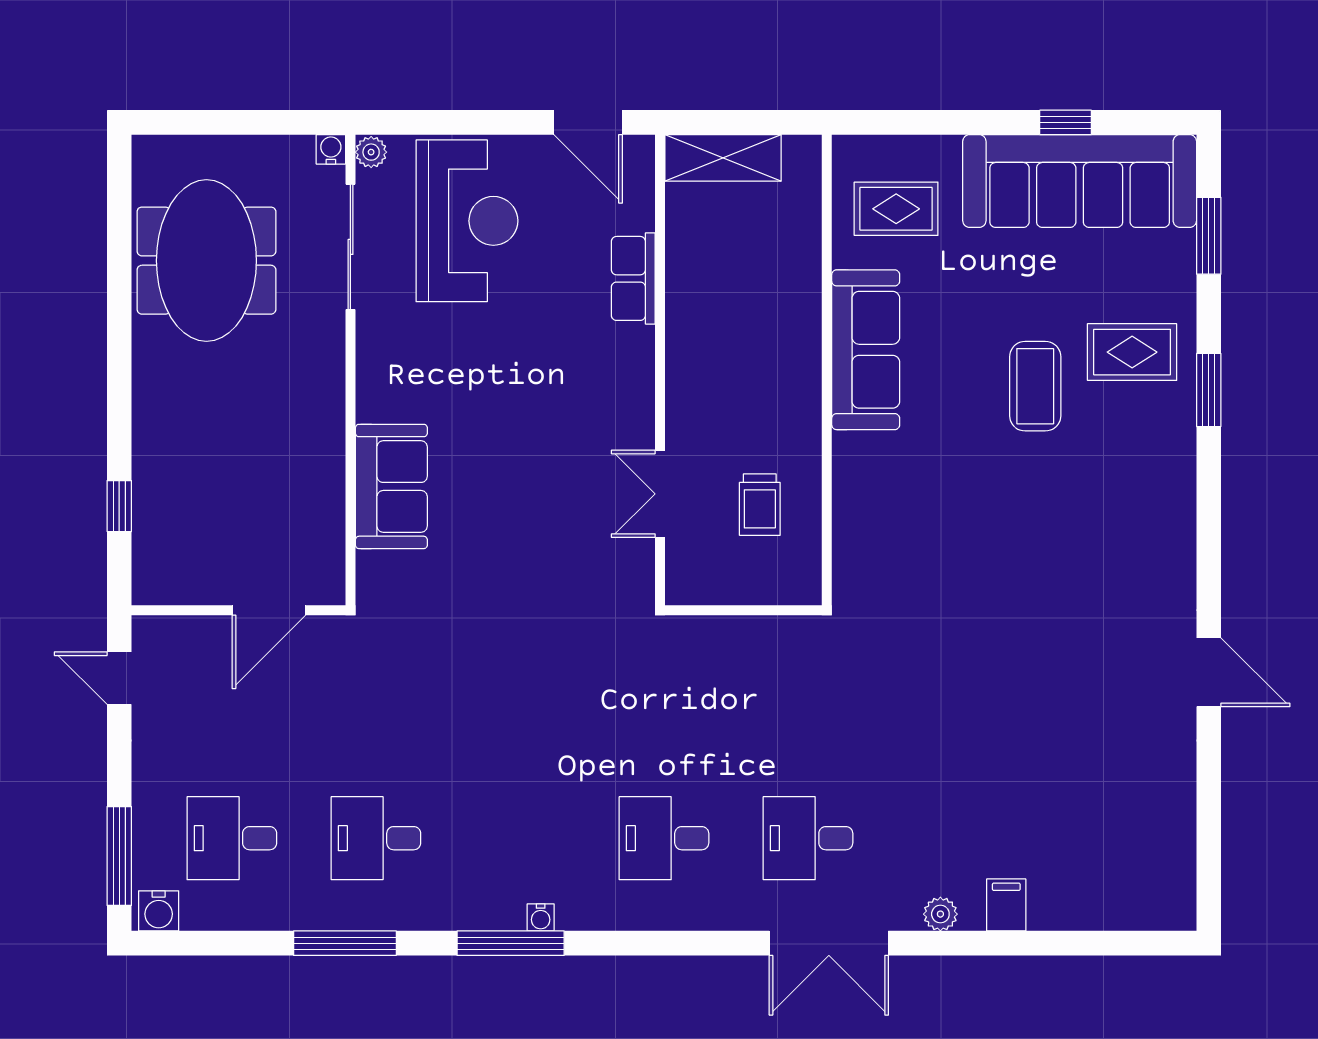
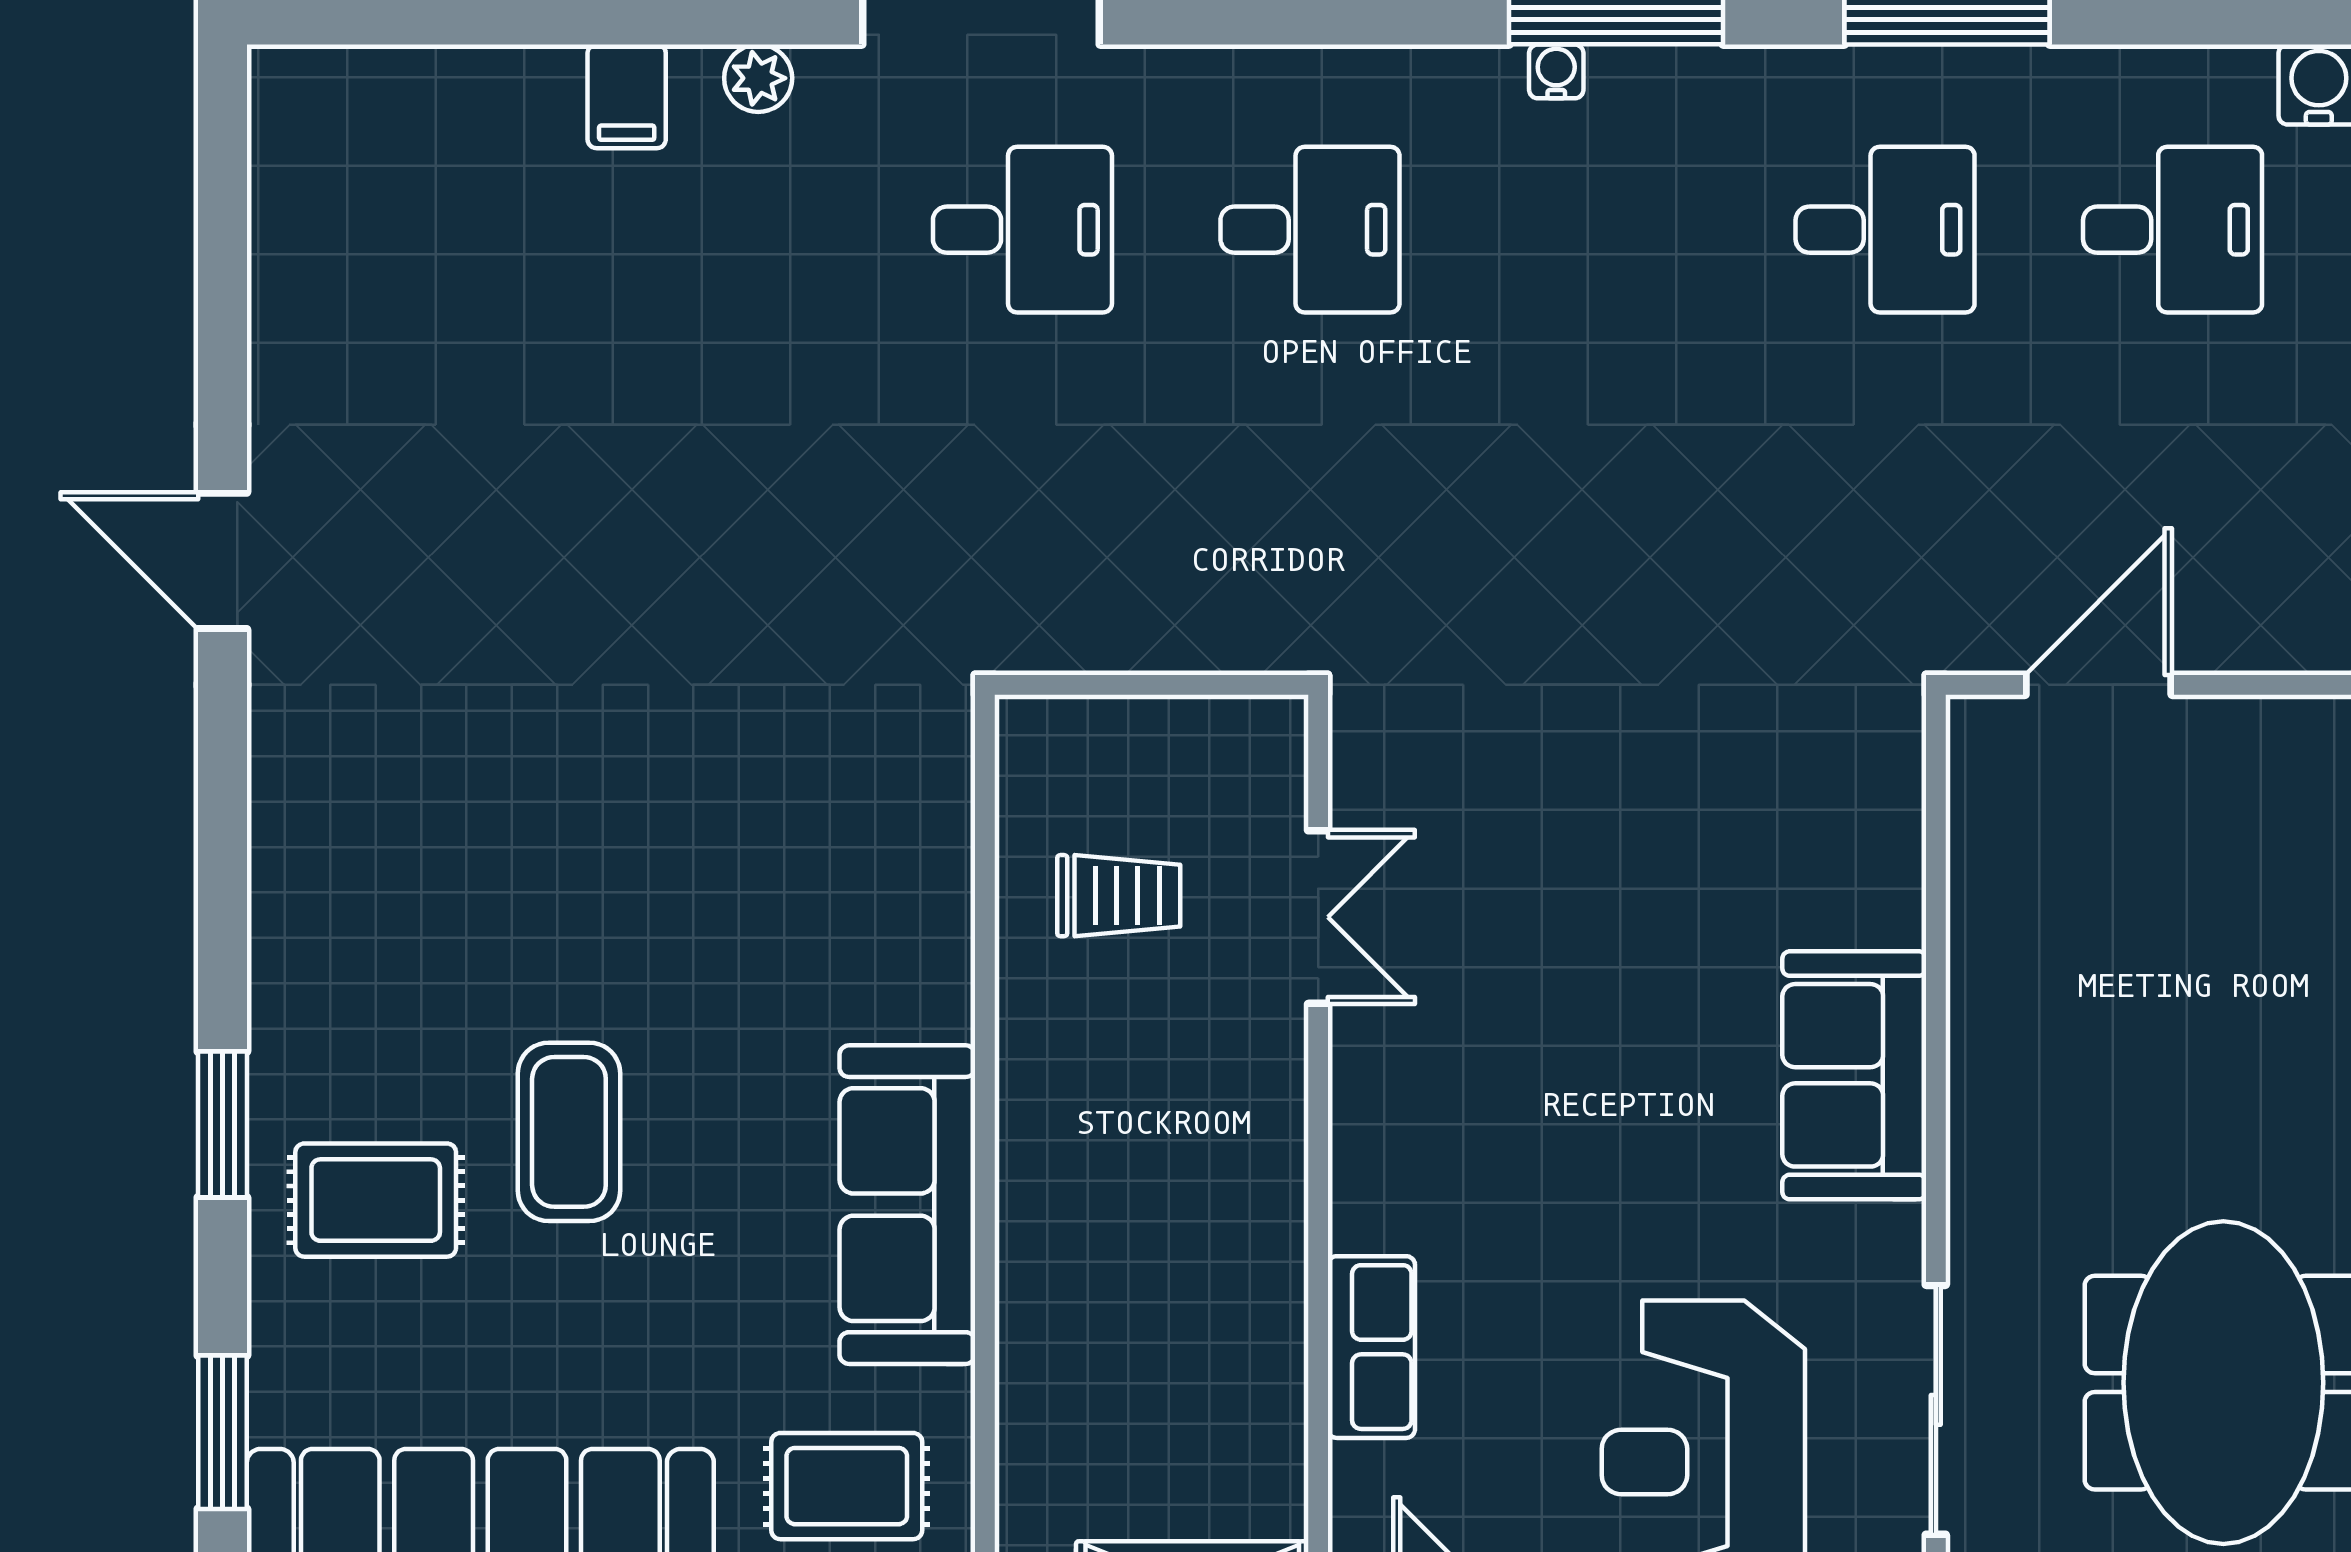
sofa: (391, 486) -> (1854, 1075), moved
trolley: (760, 505) -> (1119, 896), turned 90

